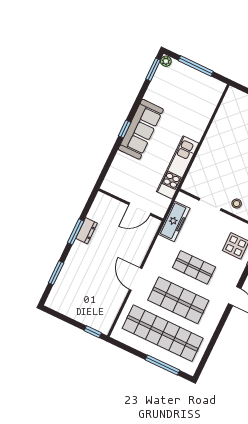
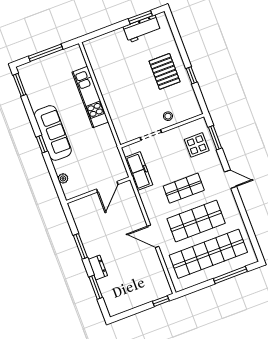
plant: (166, 61) -> (63, 178), moved
kitchen unit: (178, 167) -> (90, 97), moved
dresser: (86, 231) -> (98, 267), moved

